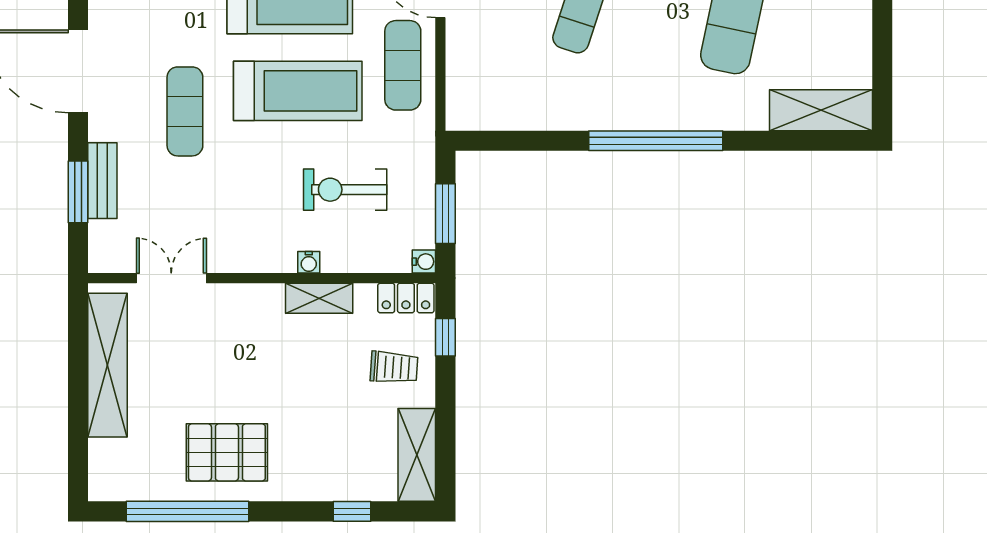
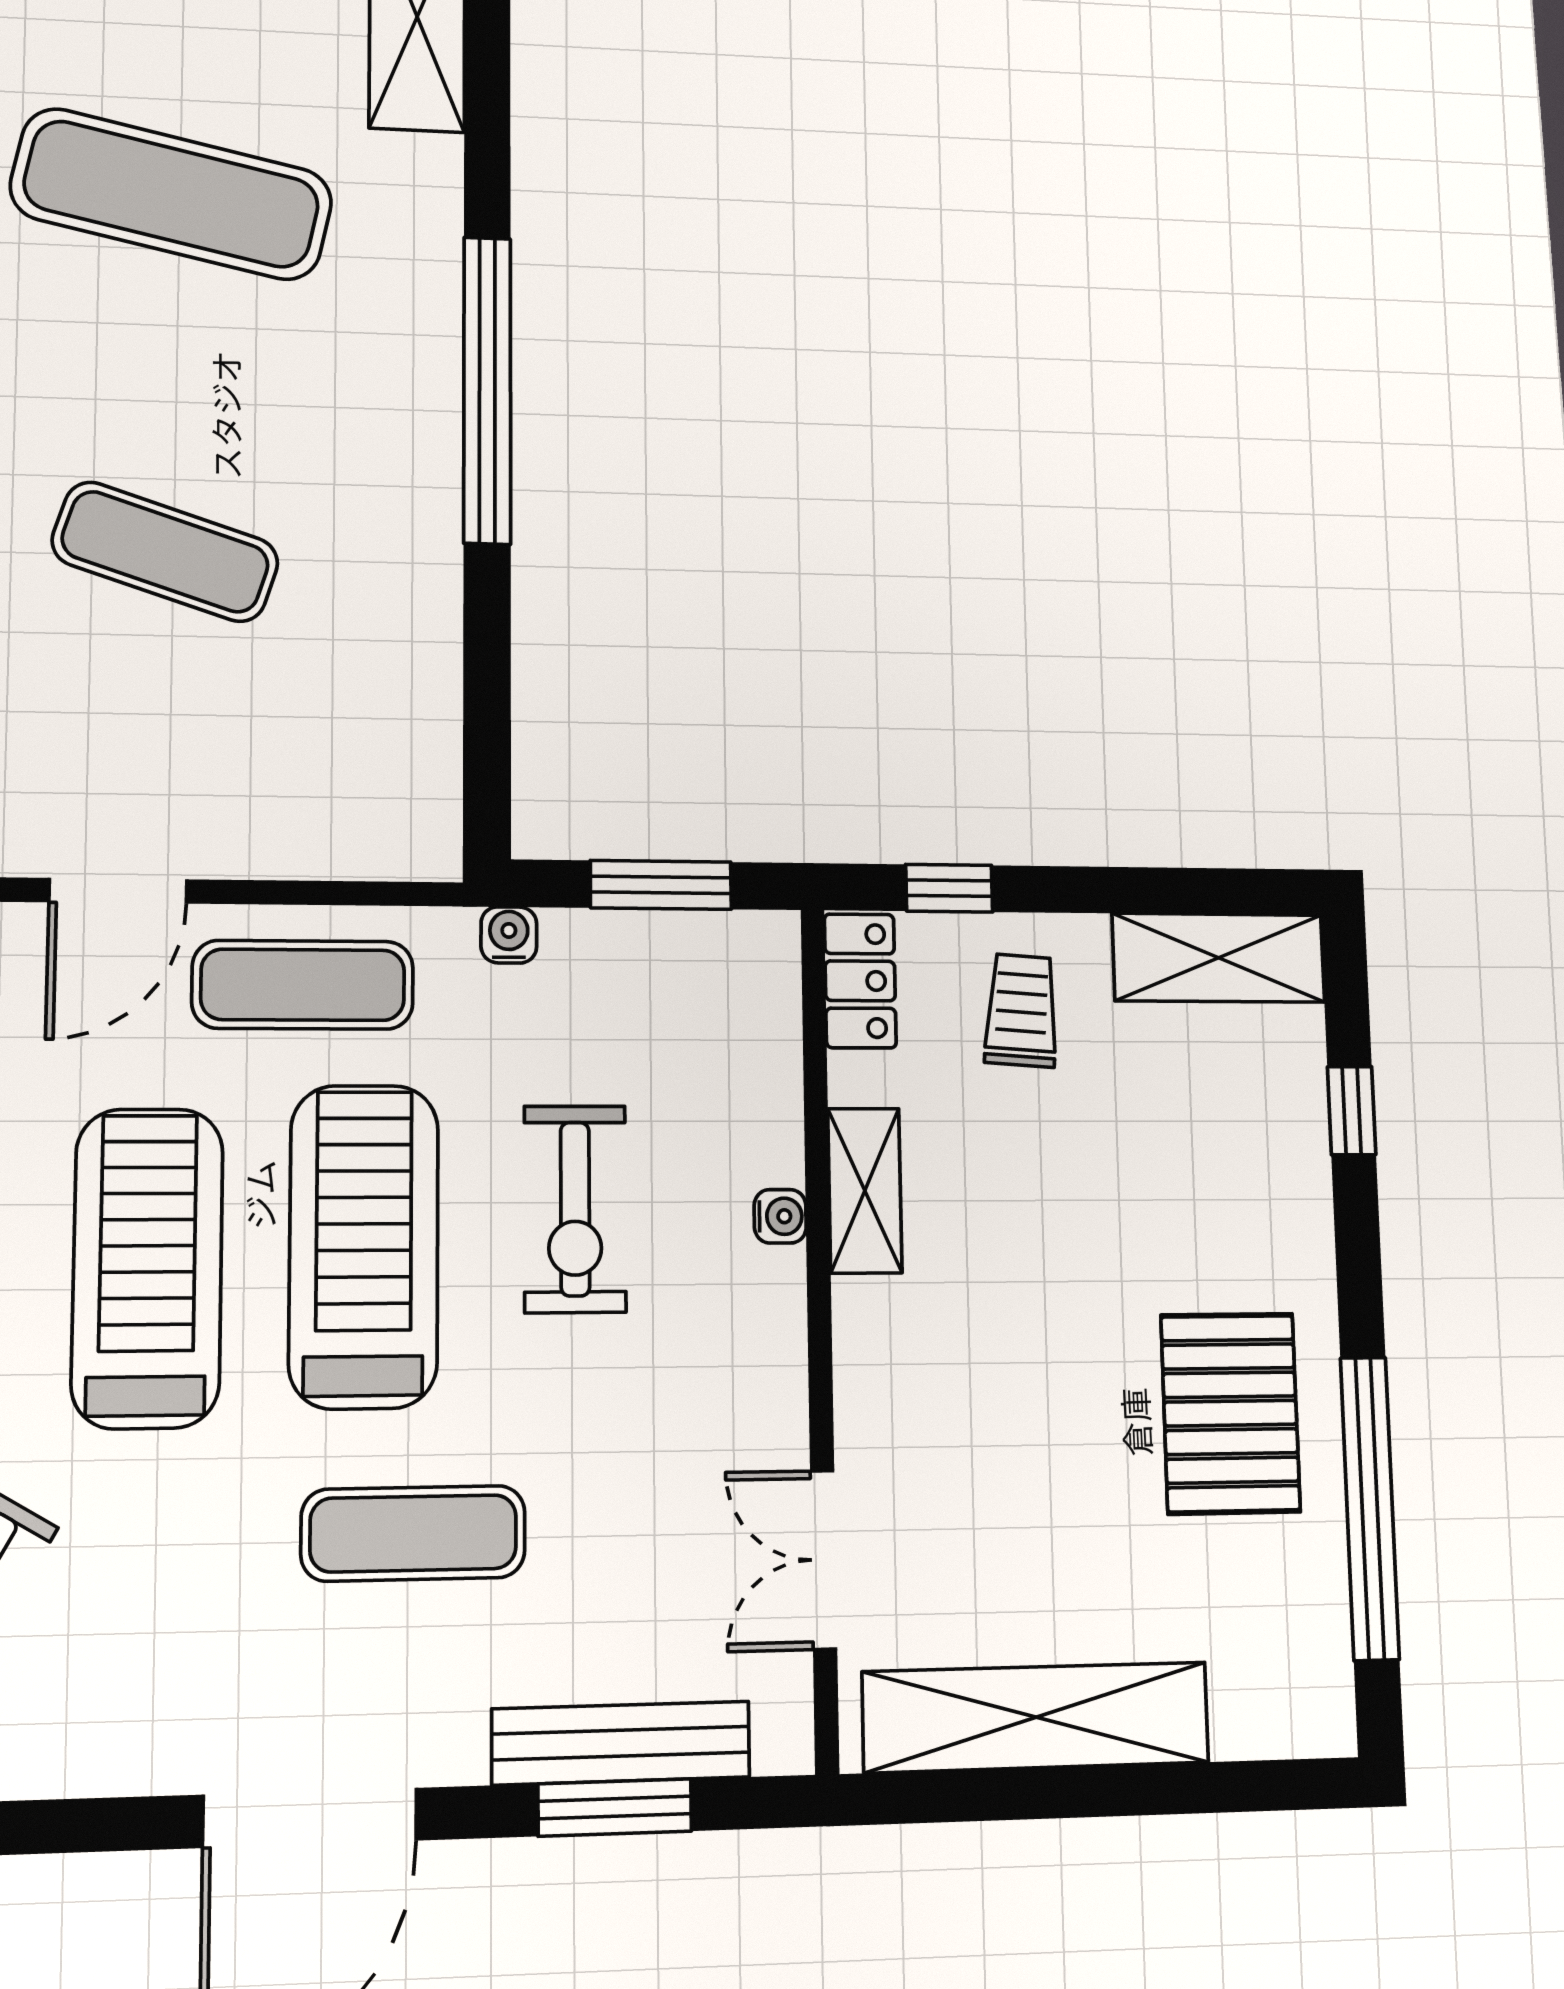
bench: (102, 181) -> (621, 1743), width x1.36
exercise bike: (345, 190) -> (575, 1209), moved
water cooler: (424, 262) -> (509, 935), moved

